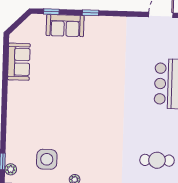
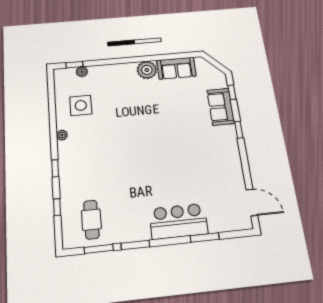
plant: (17, 91) -> (147, 70), added
plant: (11, 169) -> (82, 72), moved

